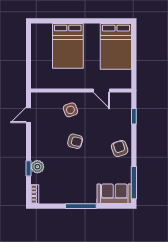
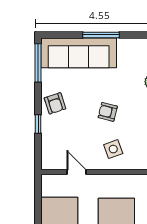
window: (134, 116) -> (38, 124), moved
sofa: (114, 194) -> (79, 53), width x1.85, depth x1.27

